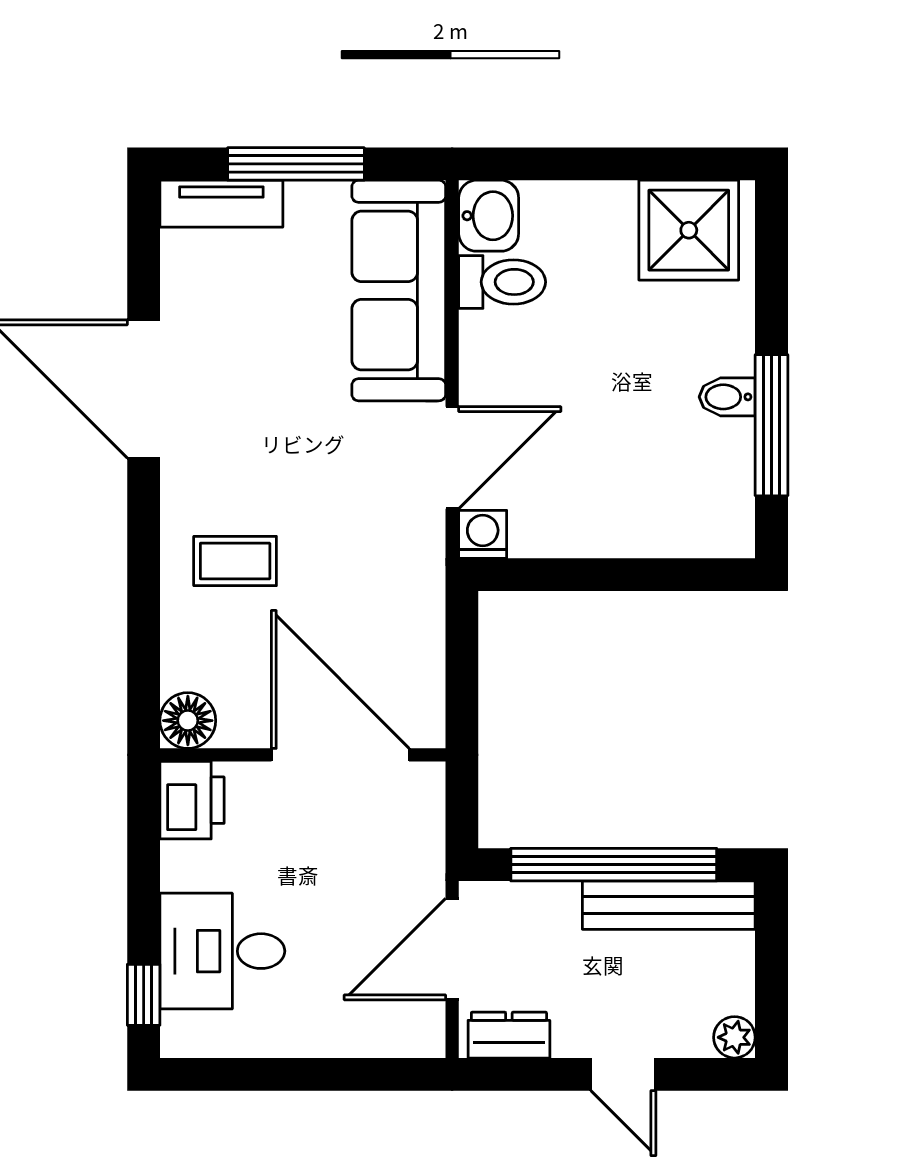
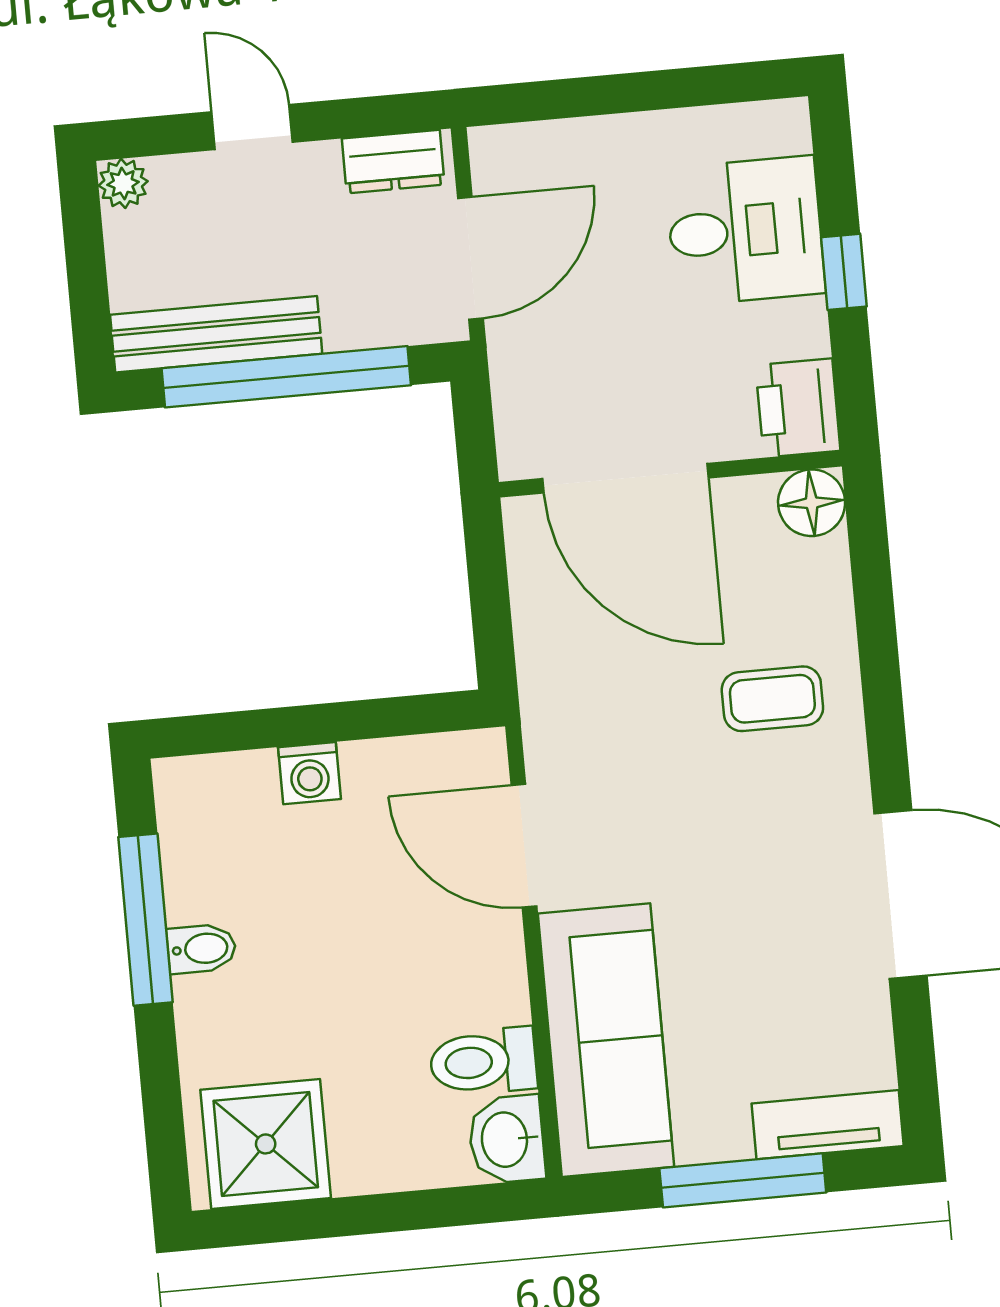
door: (452, 458) -> (524, 846), hinge flipped
washing machine: (483, 534) -> (309, 773), moved
window: (144, 995) -> (844, 272), moved

